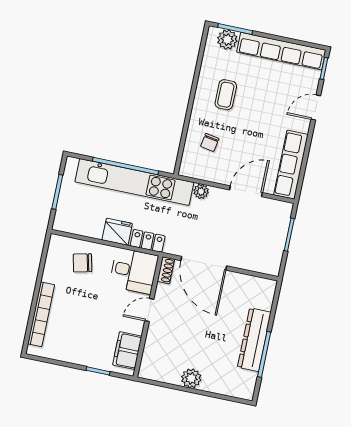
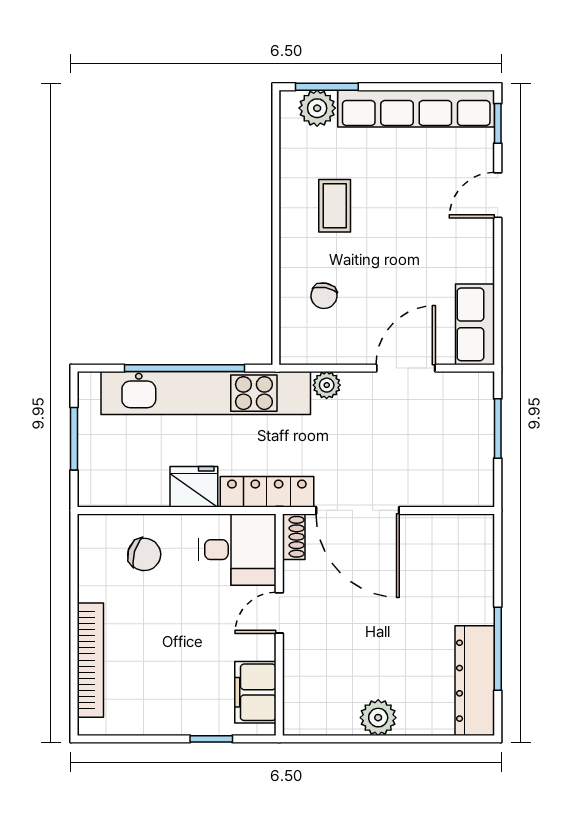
row of seats: (291, 165) -> (475, 324), width x0.68
locker: (148, 241) -> (267, 492), width x1.53
chair: (82, 263) -> (144, 554), turned -150
dresser: (254, 340) -> (475, 681), moved

